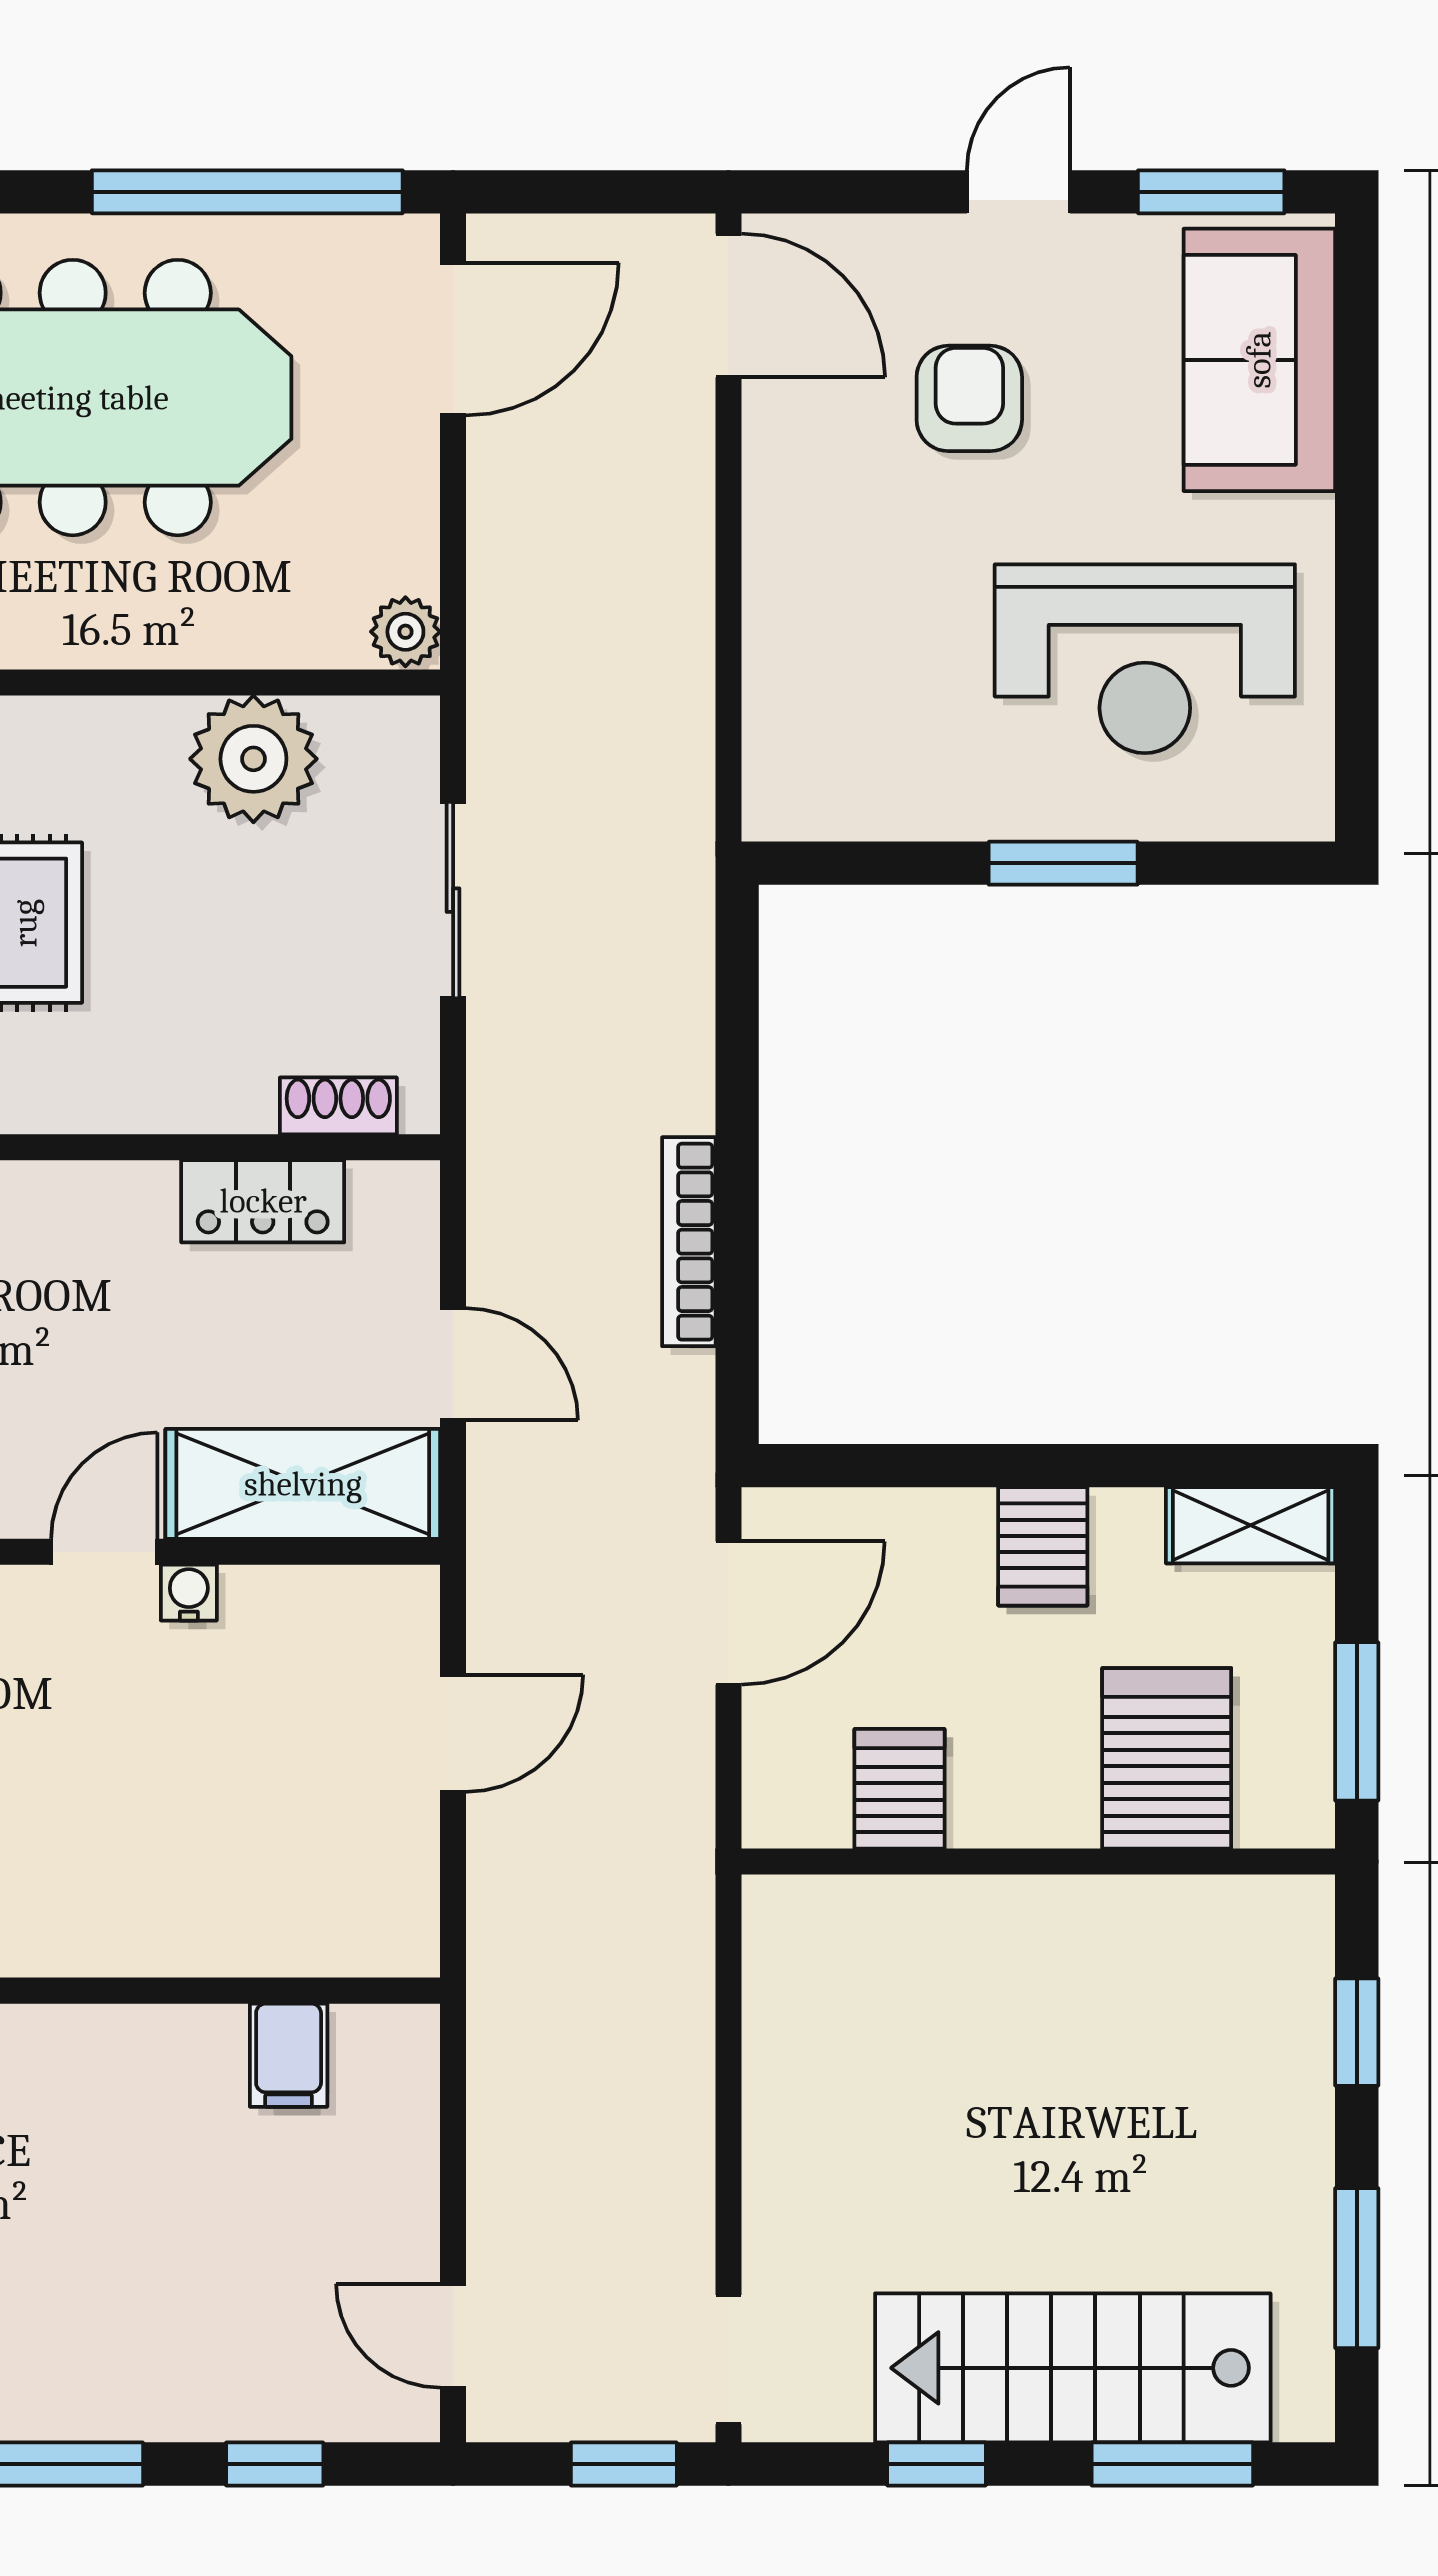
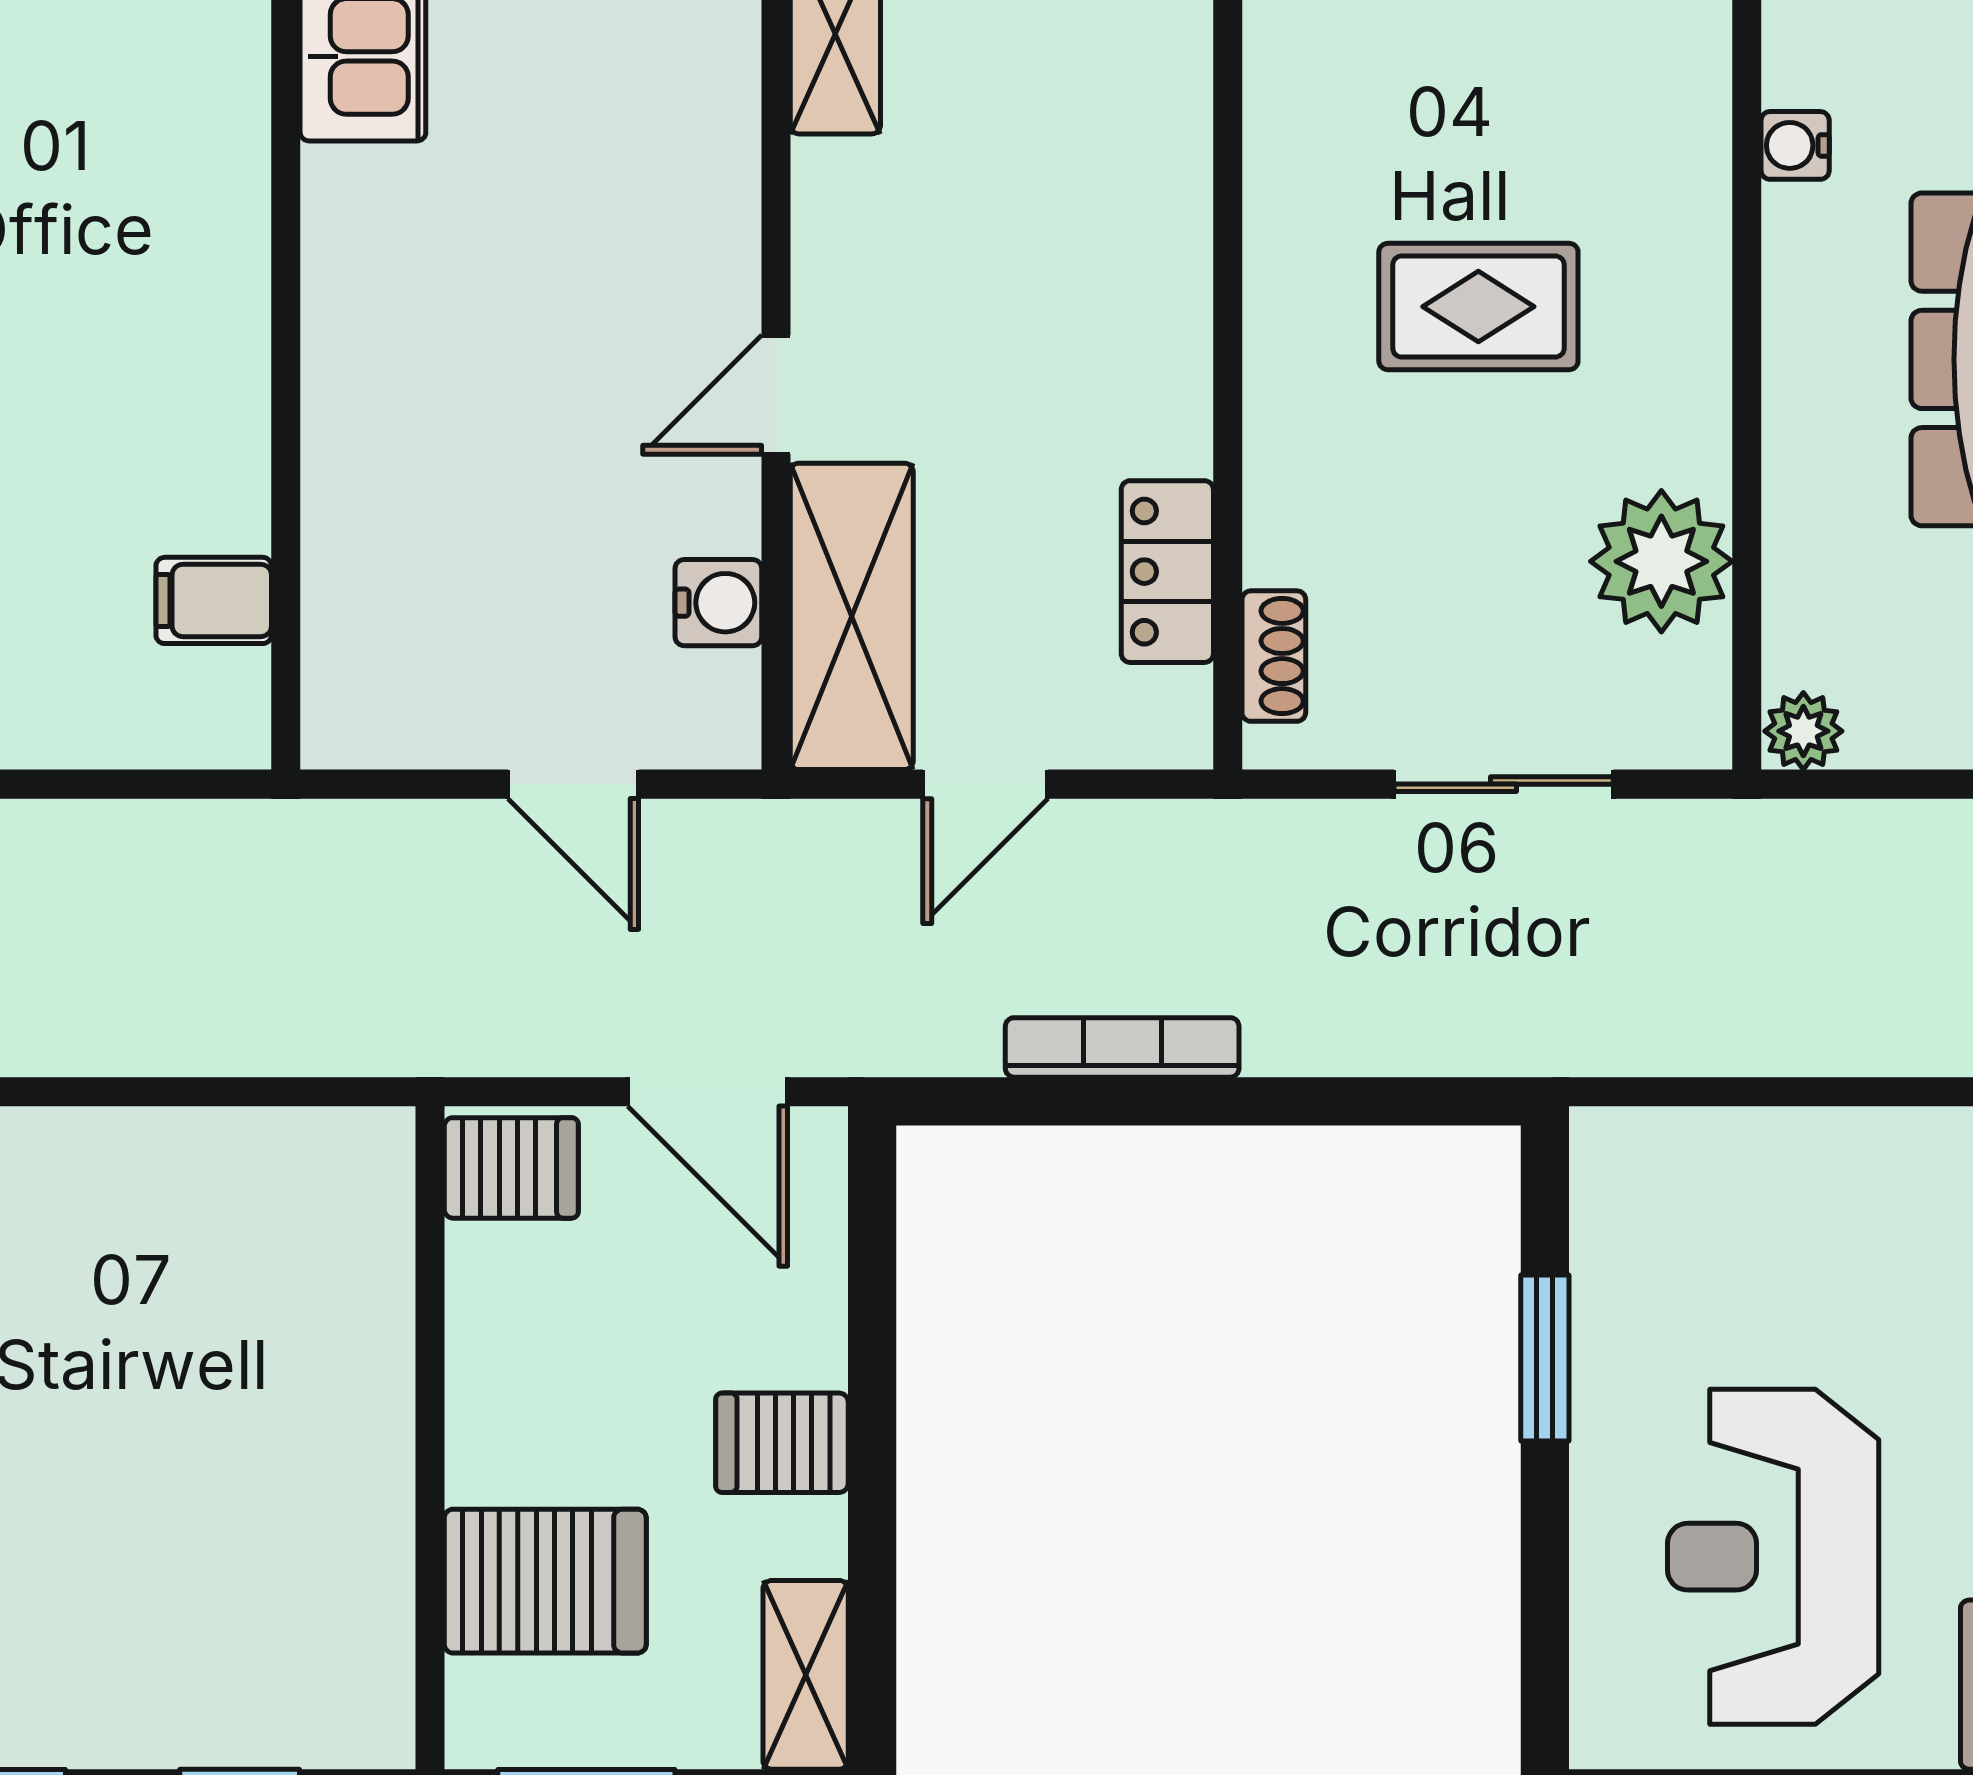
window: (1063, 863) -> (1545, 1358), moved
door: (104, 1552) -> (776, 395), swing flipped
water cooler: (189, 1593) -> (718, 603), moved, width x1.38, depth x1.38
server rack: (900, 1789) -> (511, 1168), moved

